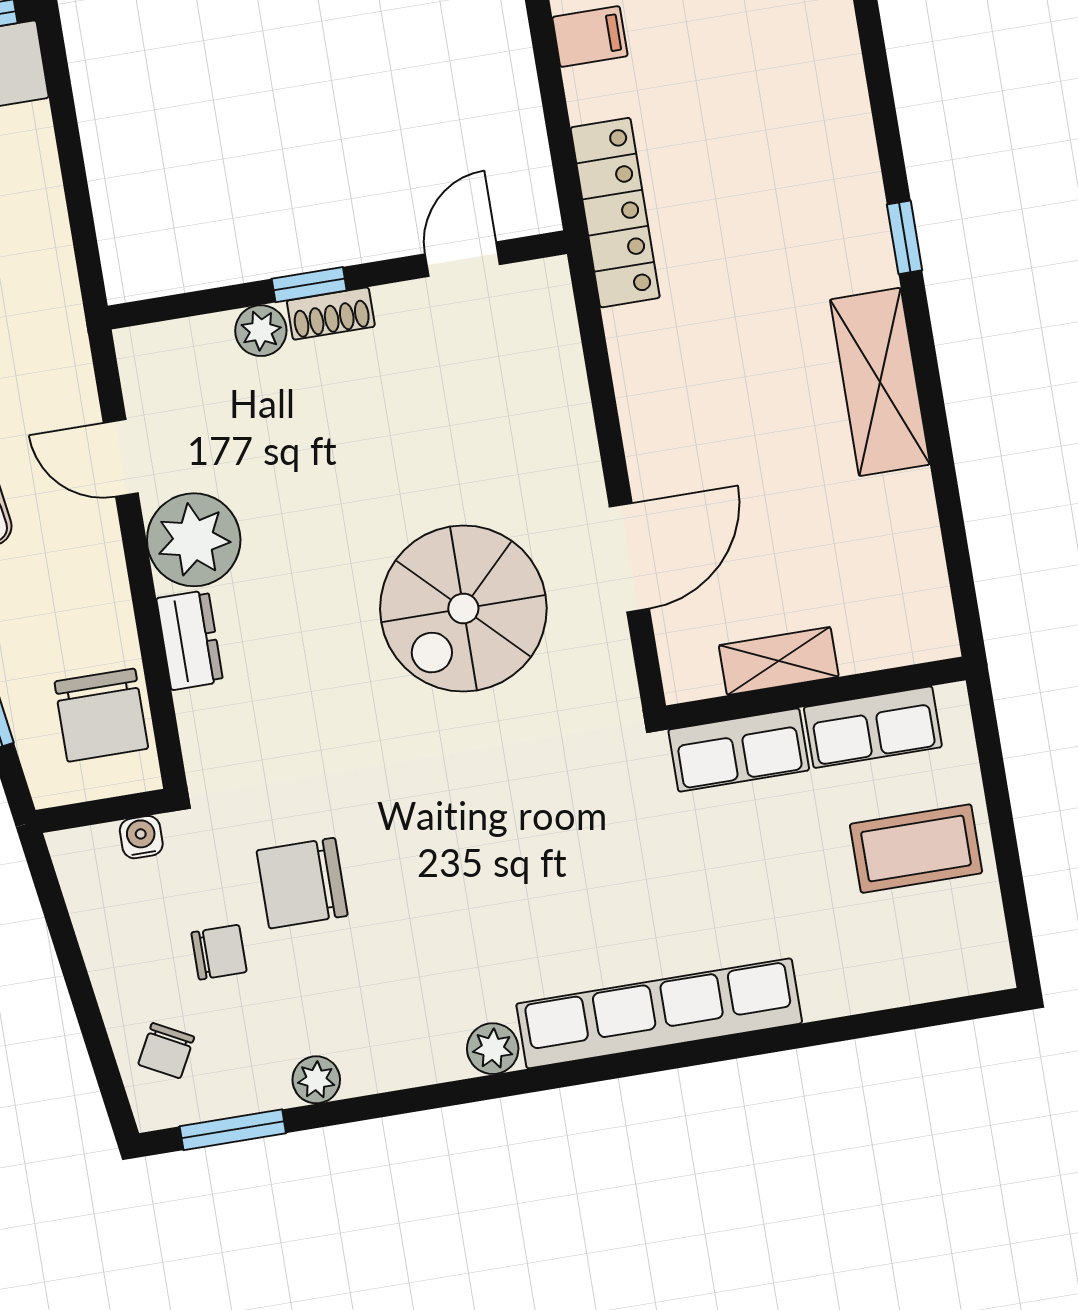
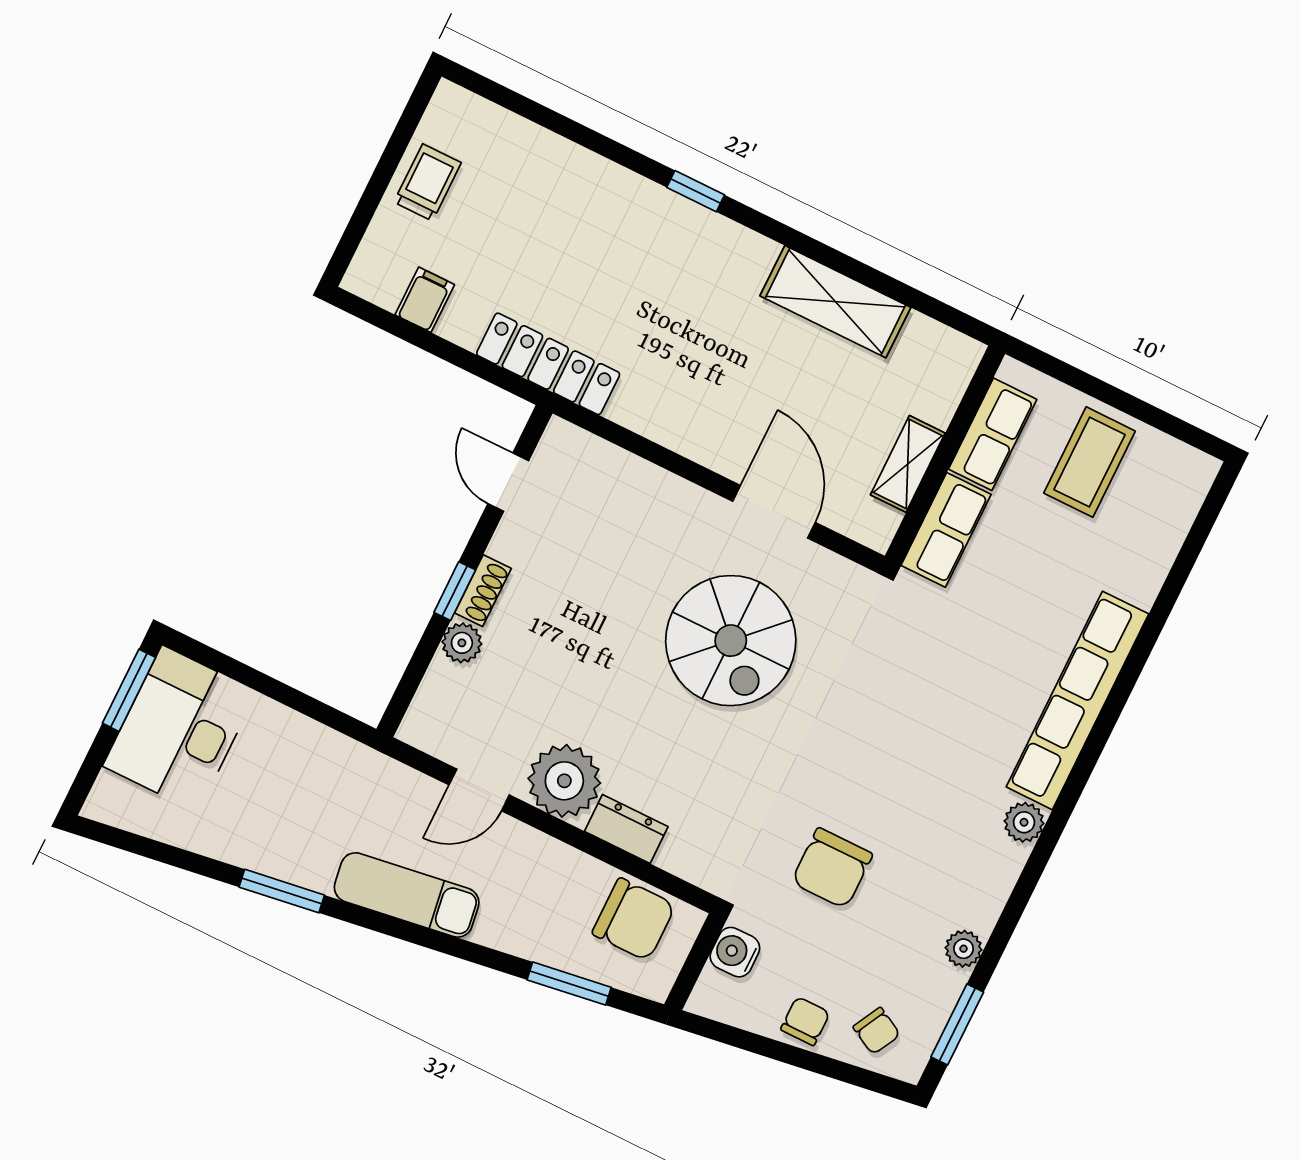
shelving: (880, 382) -> (835, 302), moved
water cooler: (141, 837) -> (735, 952), width x1.38, depth x1.38
chair: (219, 952) -> (805, 1021), moved

